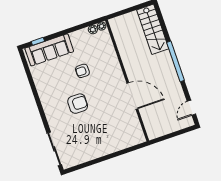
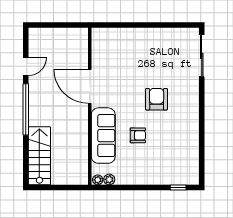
sofa: (49, 50) -> (103, 136), moved, turned 90
armchair: (78, 104) -> (157, 99), turned 90
door: (191, 108) -> (26, 66), moved

